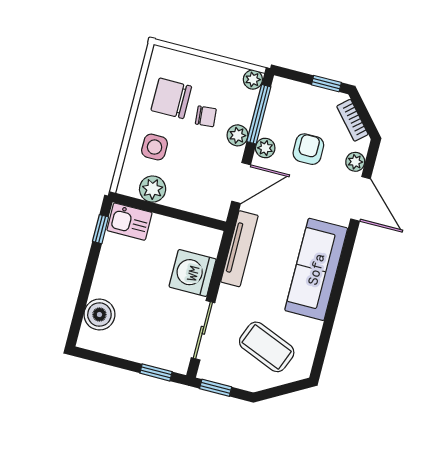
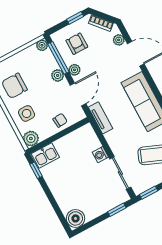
chair: (206, 116) -> (60, 120), moved
armchair: (308, 149) -> (77, 44), moved
plant: (153, 189) -> (31, 139), moved
tv unit: (239, 249) -> (101, 118), width x0.71
washing machine: (193, 273) -> (100, 155), width x0.53, depth x0.53
boiler: (99, 315) -> (76, 218), moved

